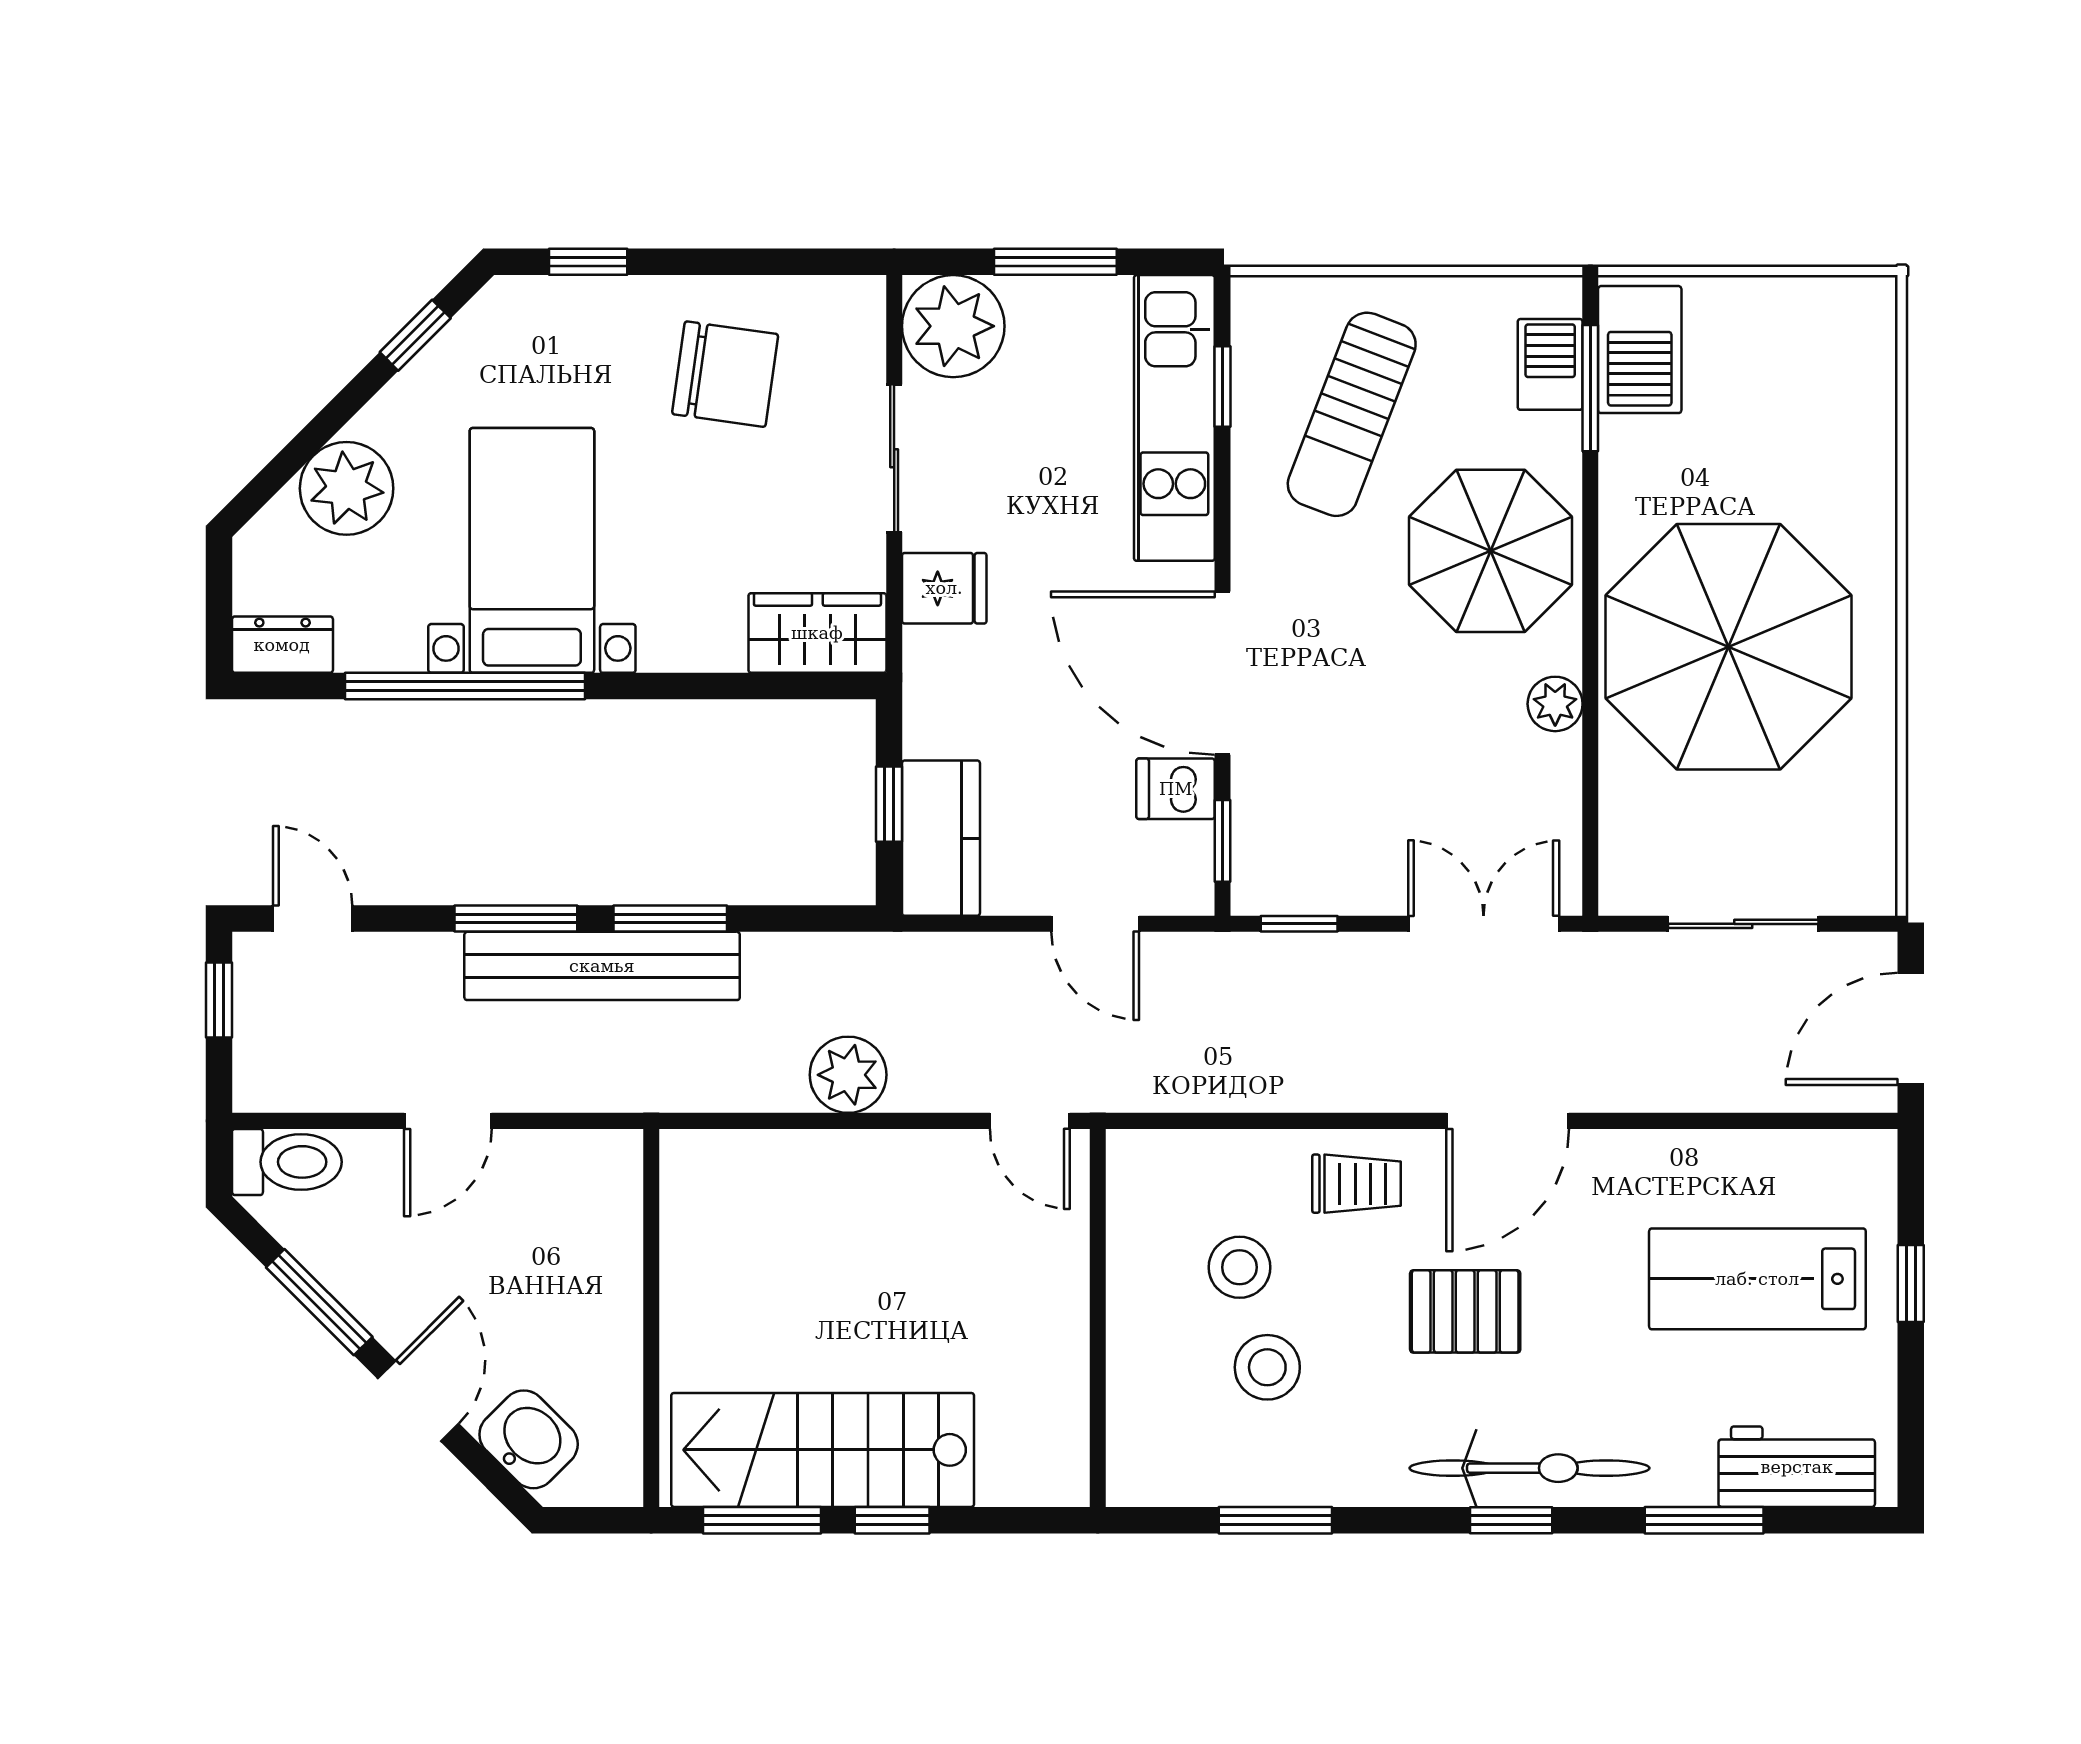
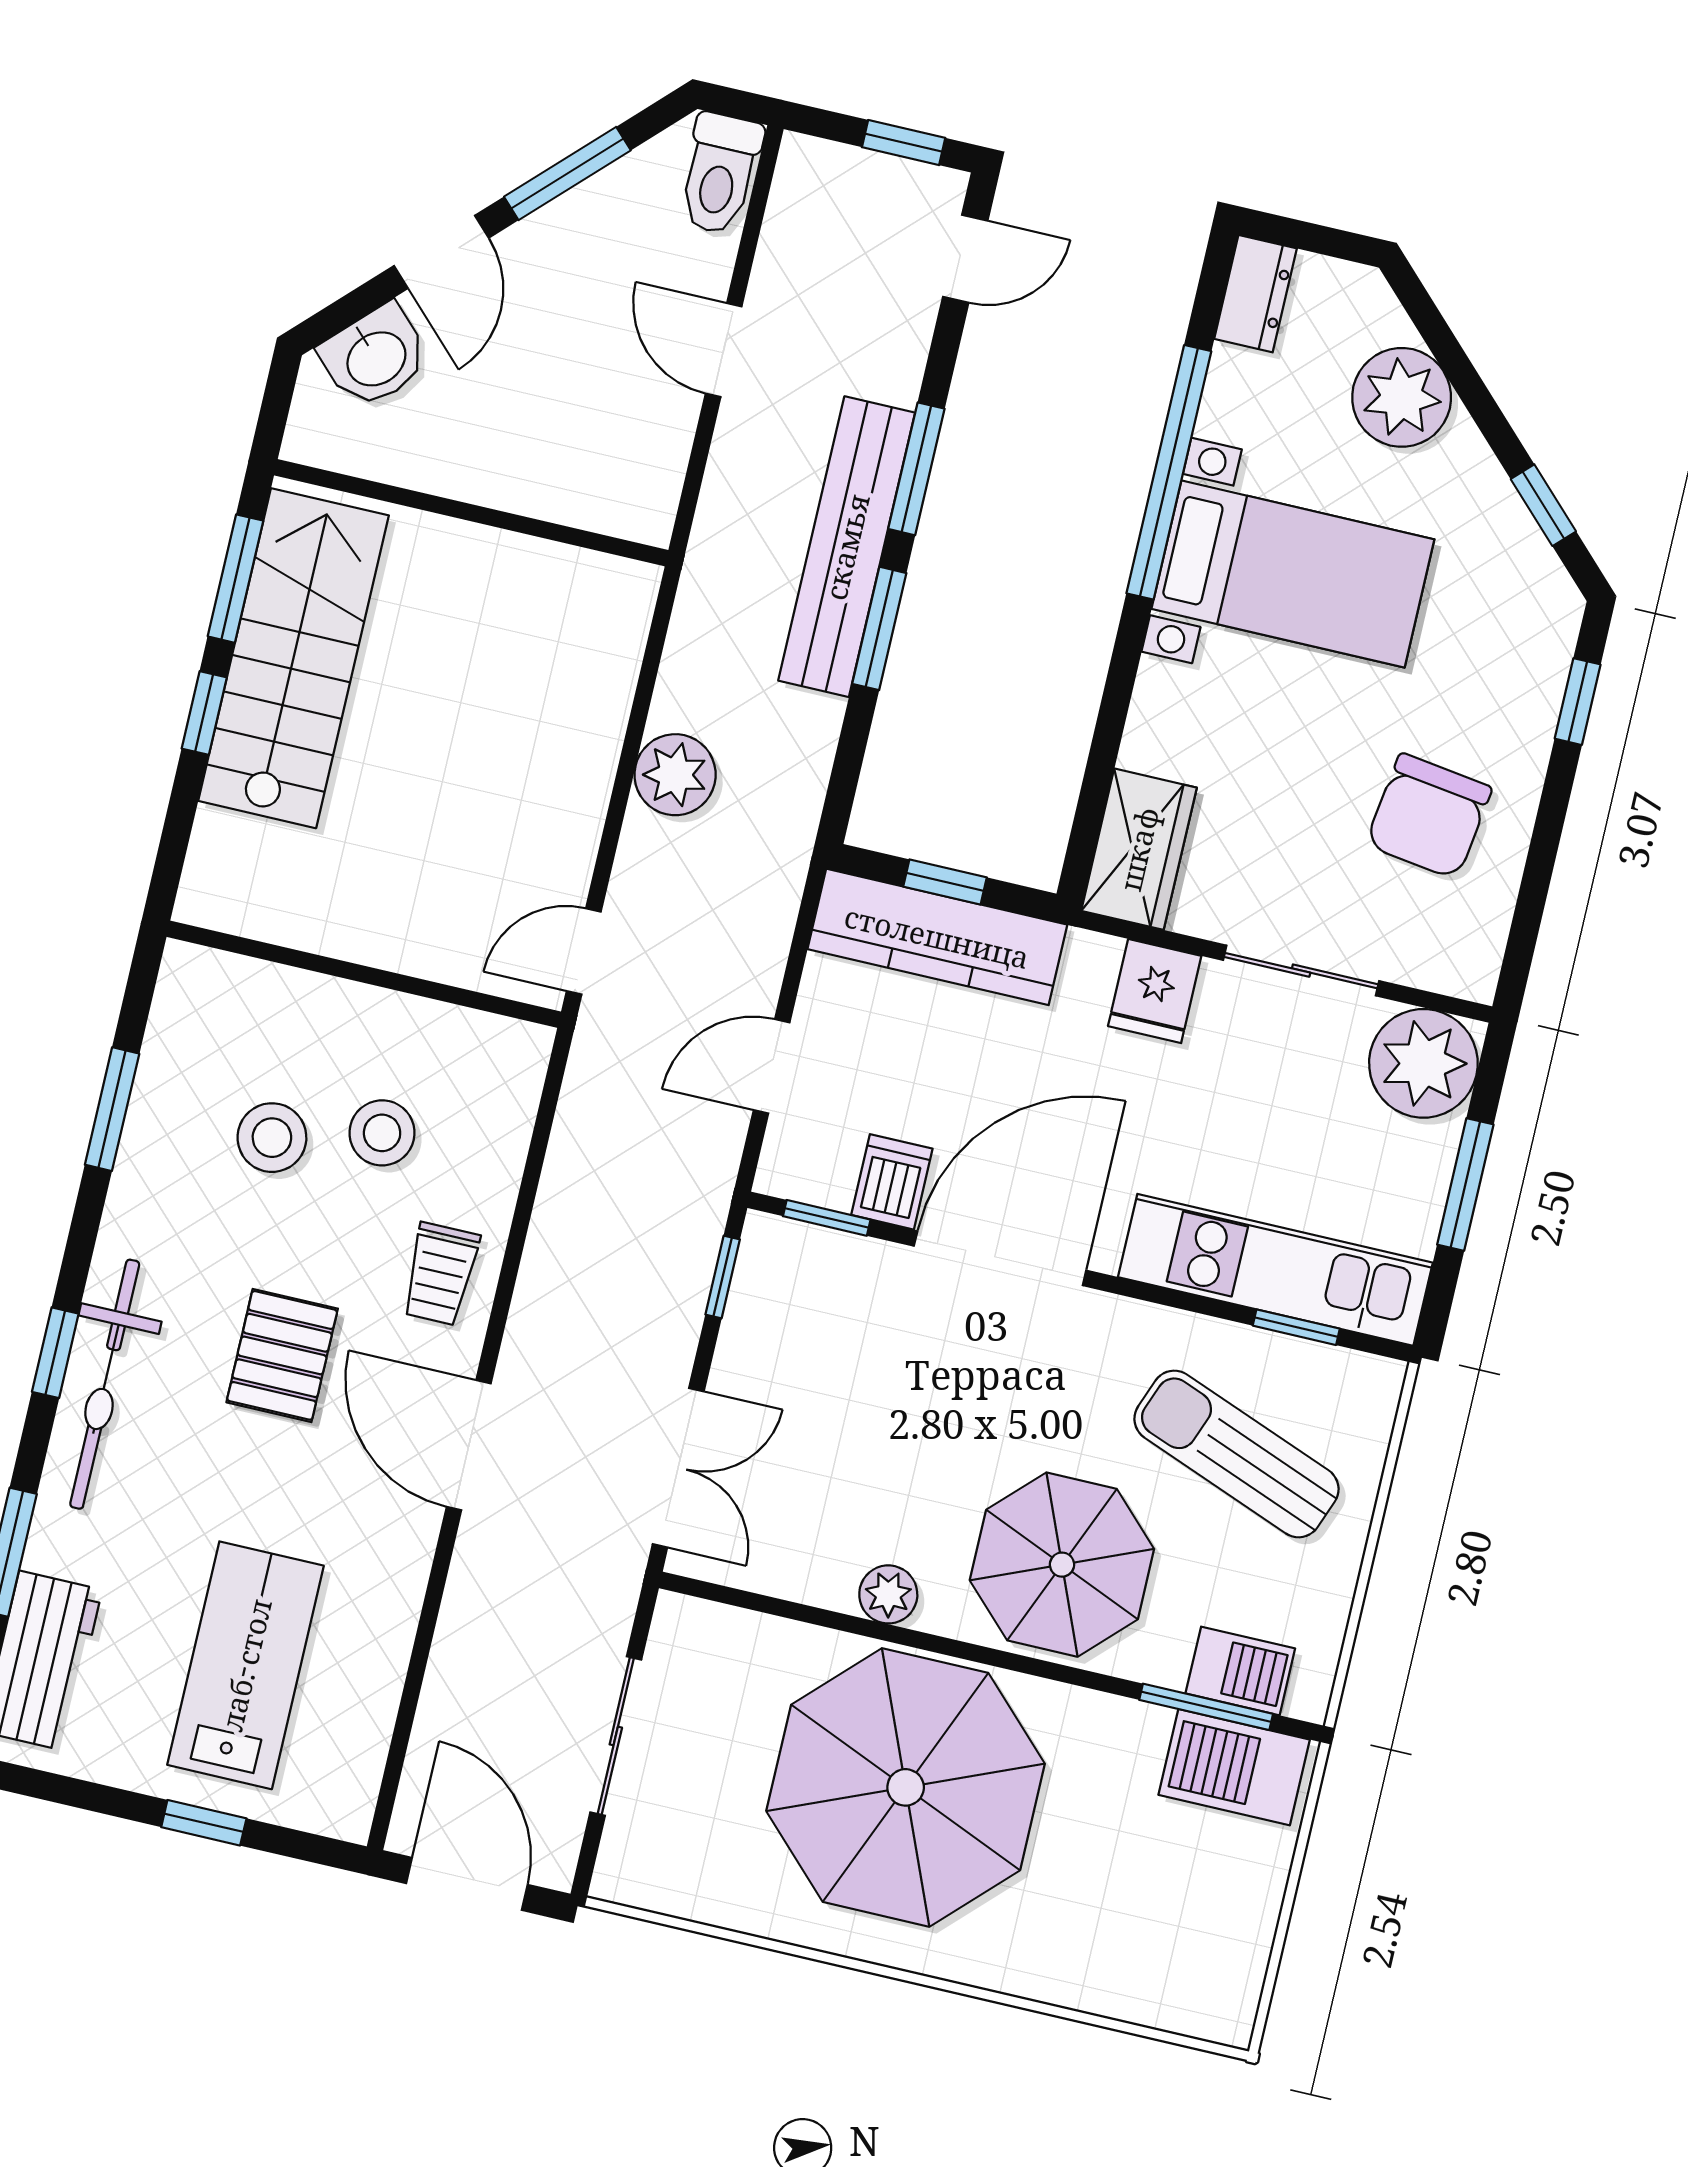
kitchen counter: (941, 838) -> (937, 937), width x1.50
door: (418, 1401) -> (441, 252), hinge flipped

